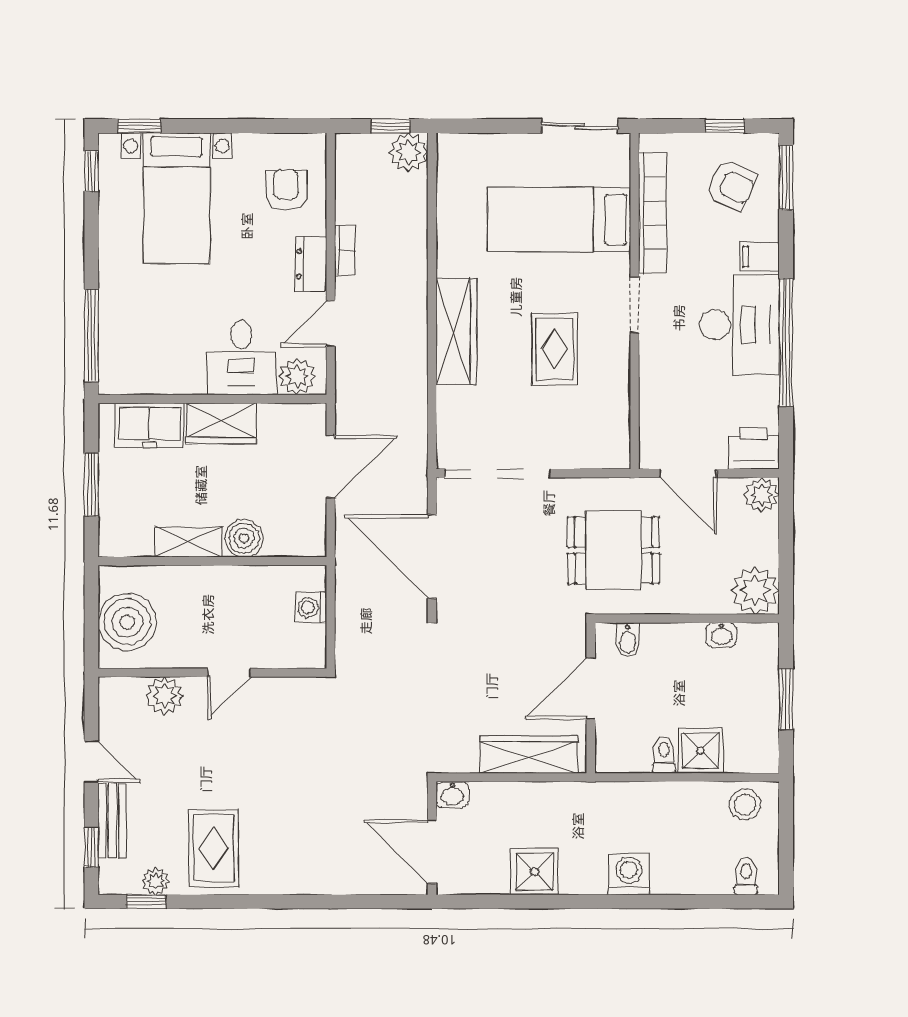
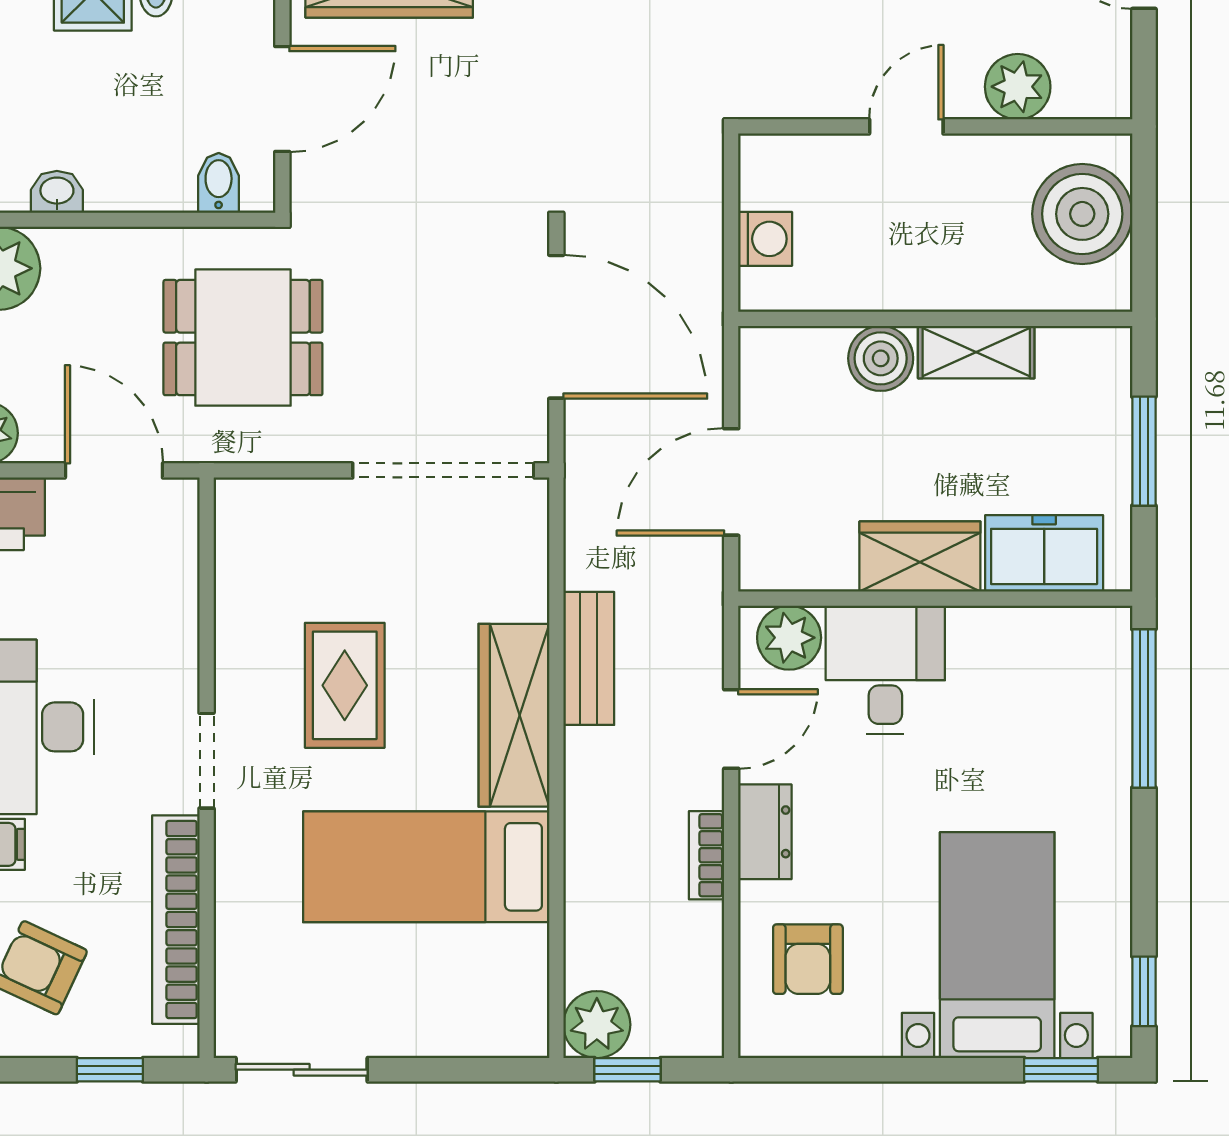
window: (725, 126) -> (110, 1070), moved
bed: (559, 220) -> (426, 867), moved, turned 180
bench: (413, 364) -> (589, 658), added

